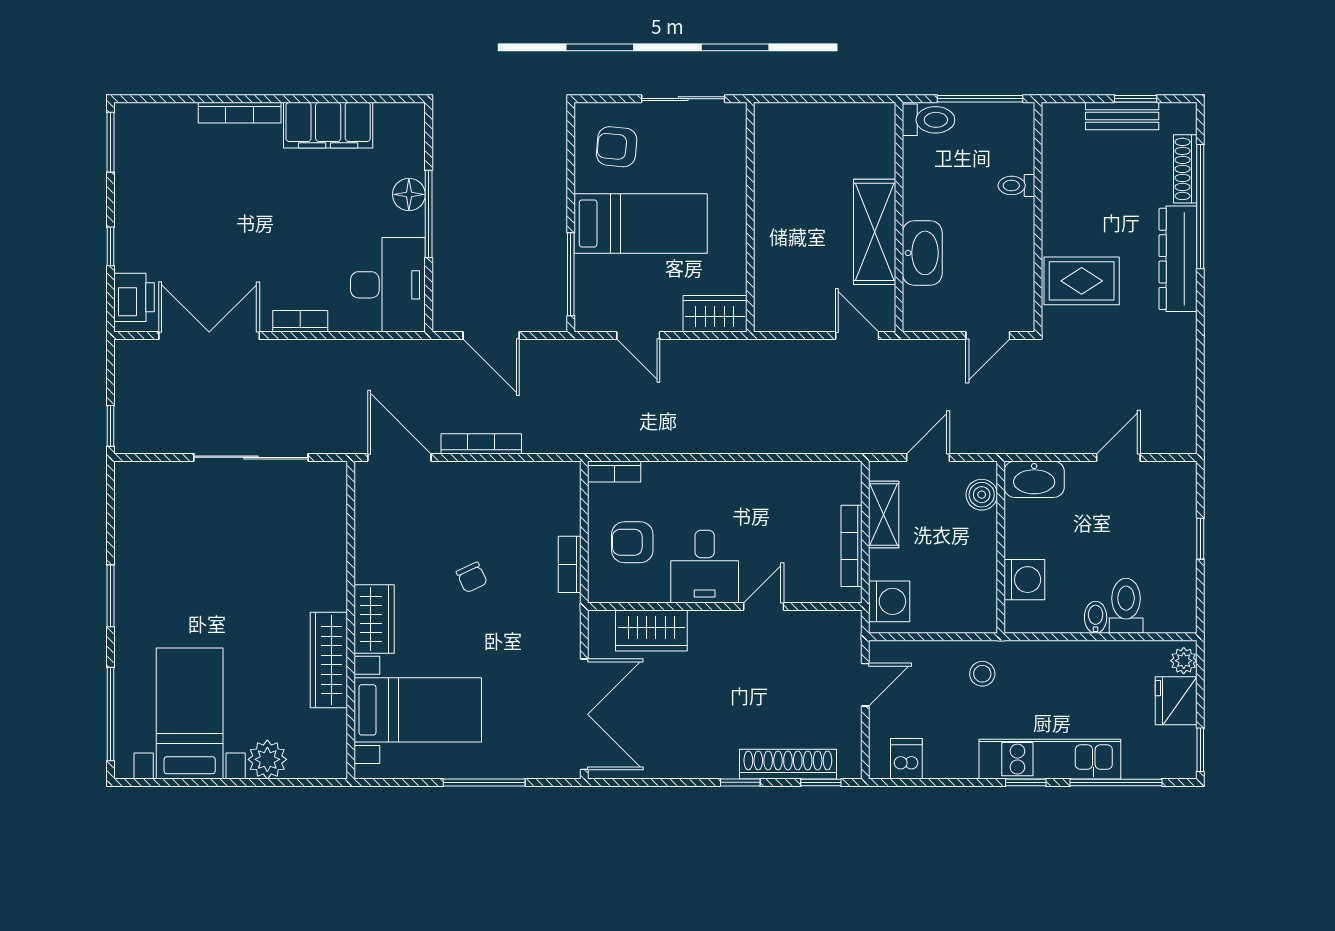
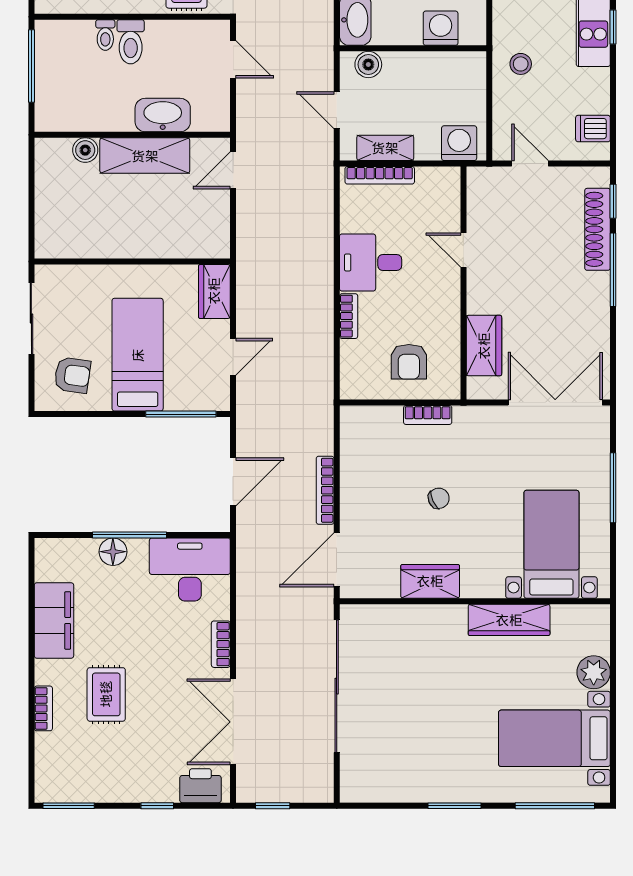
bookcase: (240, 113) -> (43, 708), width x0.64
toilet: (929, 120) -> (131, 42), moved, turned 180
armchair: (617, 147) -> (72, 375), turned -87
boiler: (881, 162) -> (85, 150), added
rug: (241, 187) -> (106, 694), added
window: (110, 426) -> (273, 806), moved
sliding door: (251, 457) -> (337, 686), width x1.36
bookcase: (614, 471) -> (349, 316), moved
bookcase: (851, 546) -> (380, 175), moved
desk: (705, 567) -> (371, 262), moved, turned 180
wardrobe: (374, 619) -> (430, 581), moved
window: (740, 782) -> (613, 270), width x2.17

